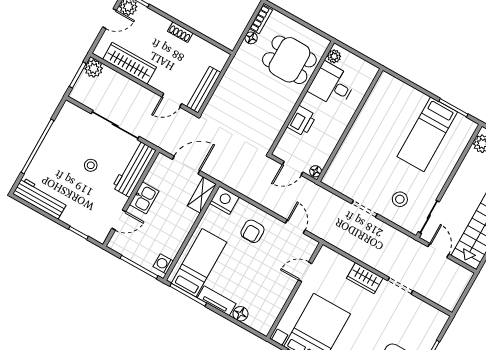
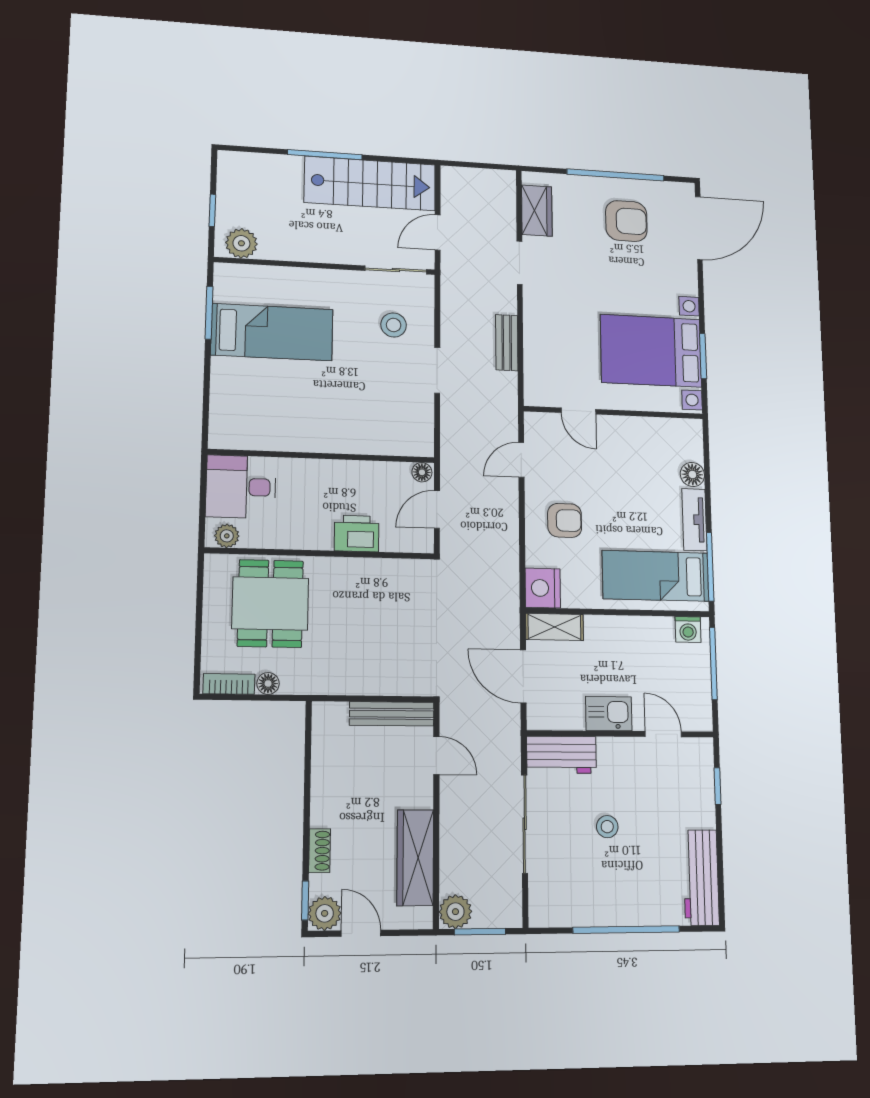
shoe rack: (180, 32) -> (320, 851), moved
desk: (332, 85) -> (241, 487), moved, turned 90
door: (293, 168) -> (437, 509), swing flipped
workbench: (134, 169) -> (562, 755), width x0.73
bench: (361, 254) -> (507, 343), added
wardrobe: (365, 278) -> (537, 211), moved

